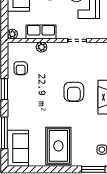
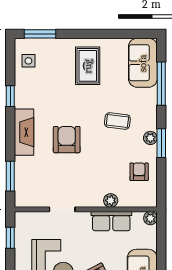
plant: (12, 93) -> (150, 138), added
coffee table: (37, 105) -> (117, 121), added
rug: (58, 146) -> (88, 66), width x0.73, depth x0.70

